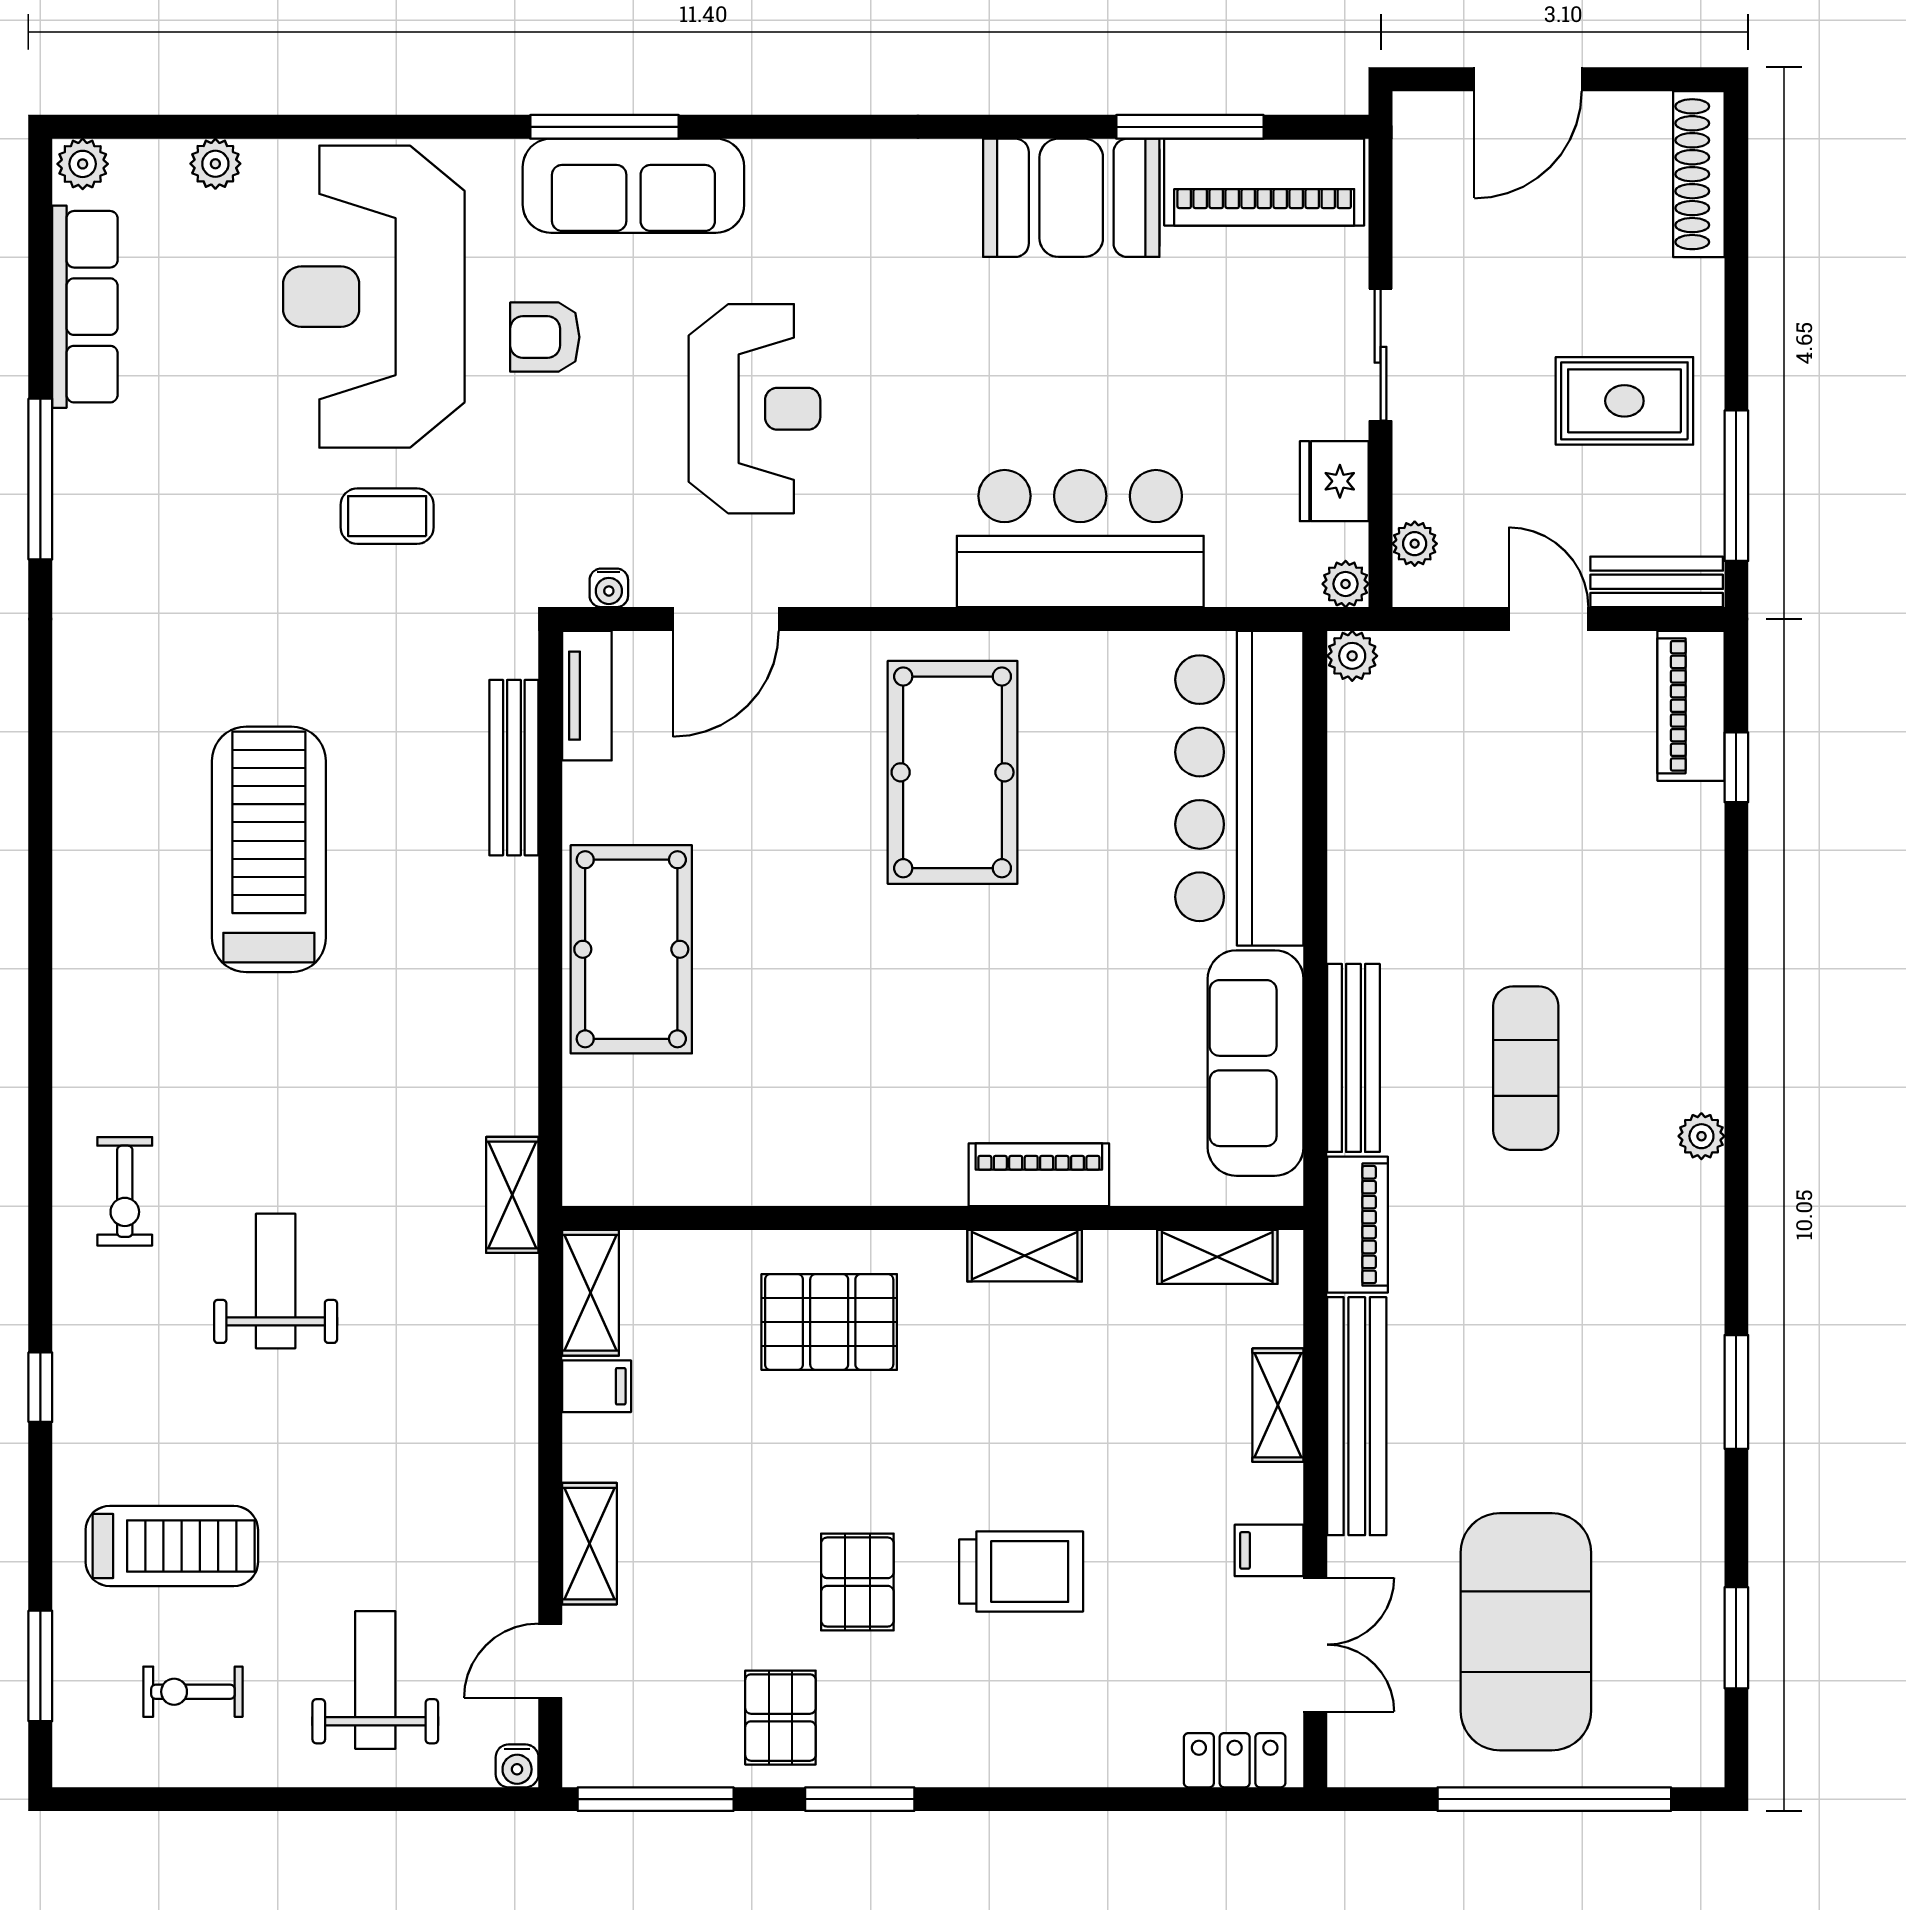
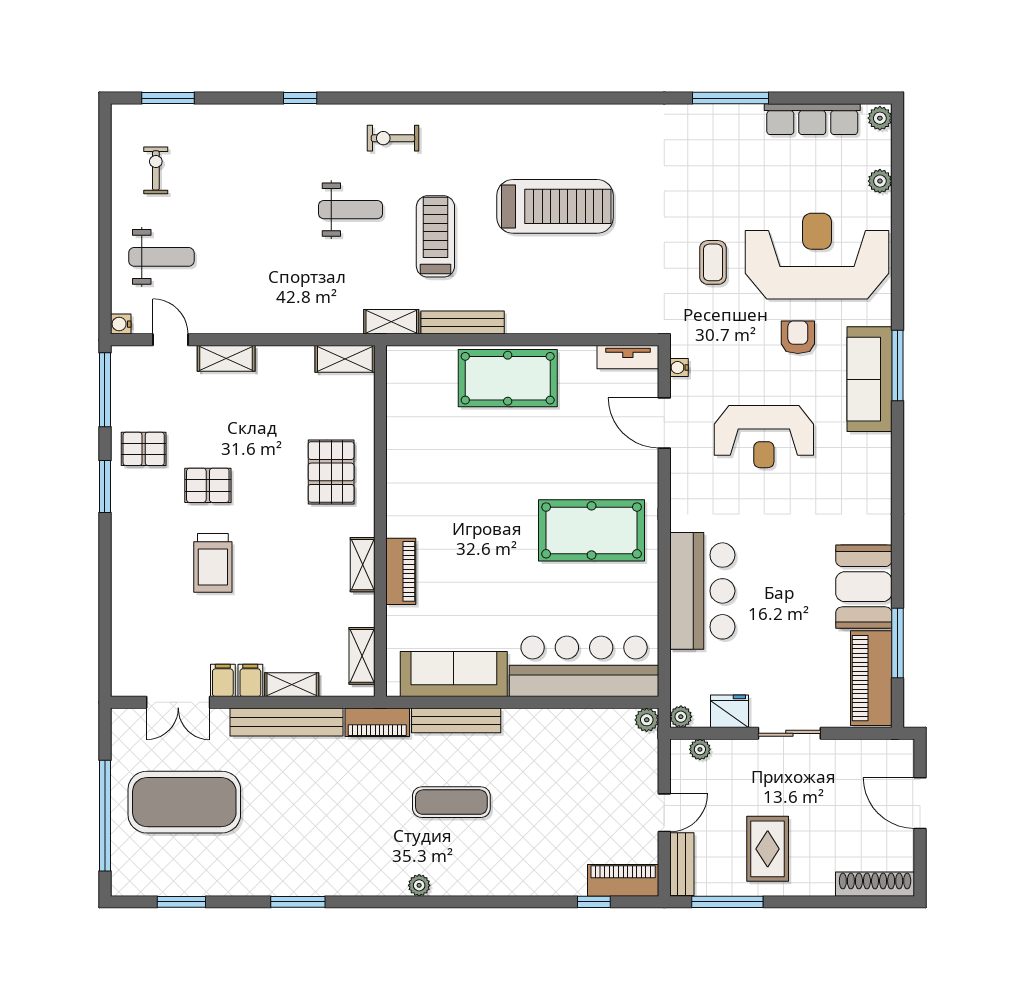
bench: (514, 768) -> (463, 323), moved
filing cabinet: (597, 1386) -> (250, 680), moved, turned 180
treadmill: (172, 1546) -> (435, 236), moved, turned 180
locker: (1235, 1760) -> (123, 664), removed

